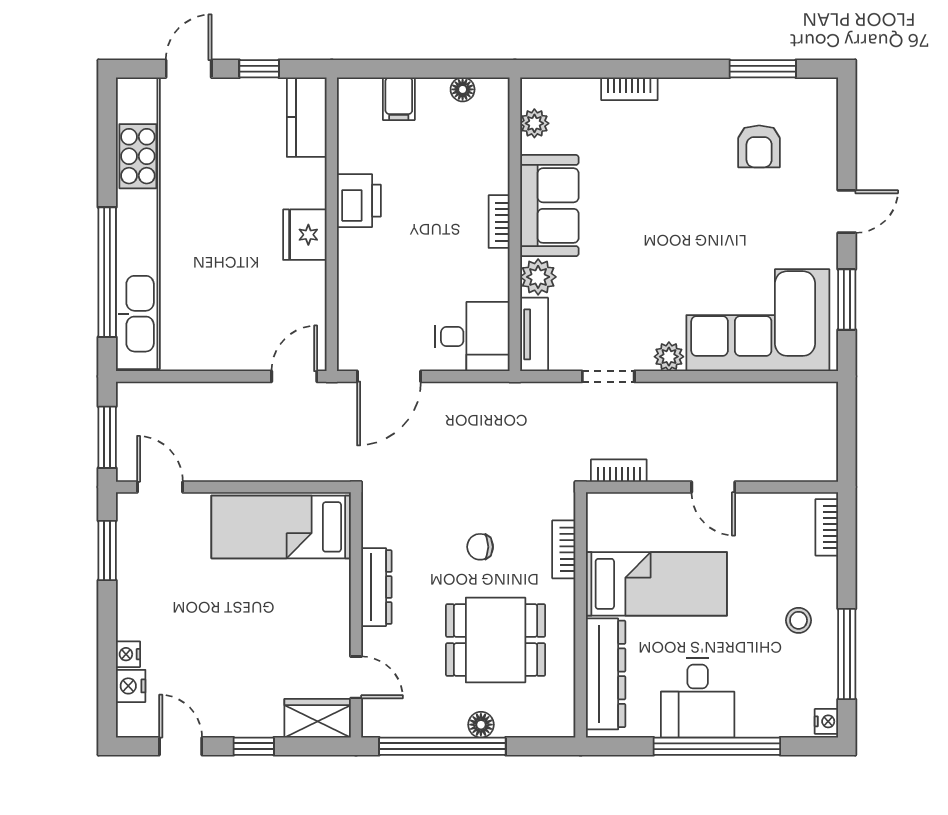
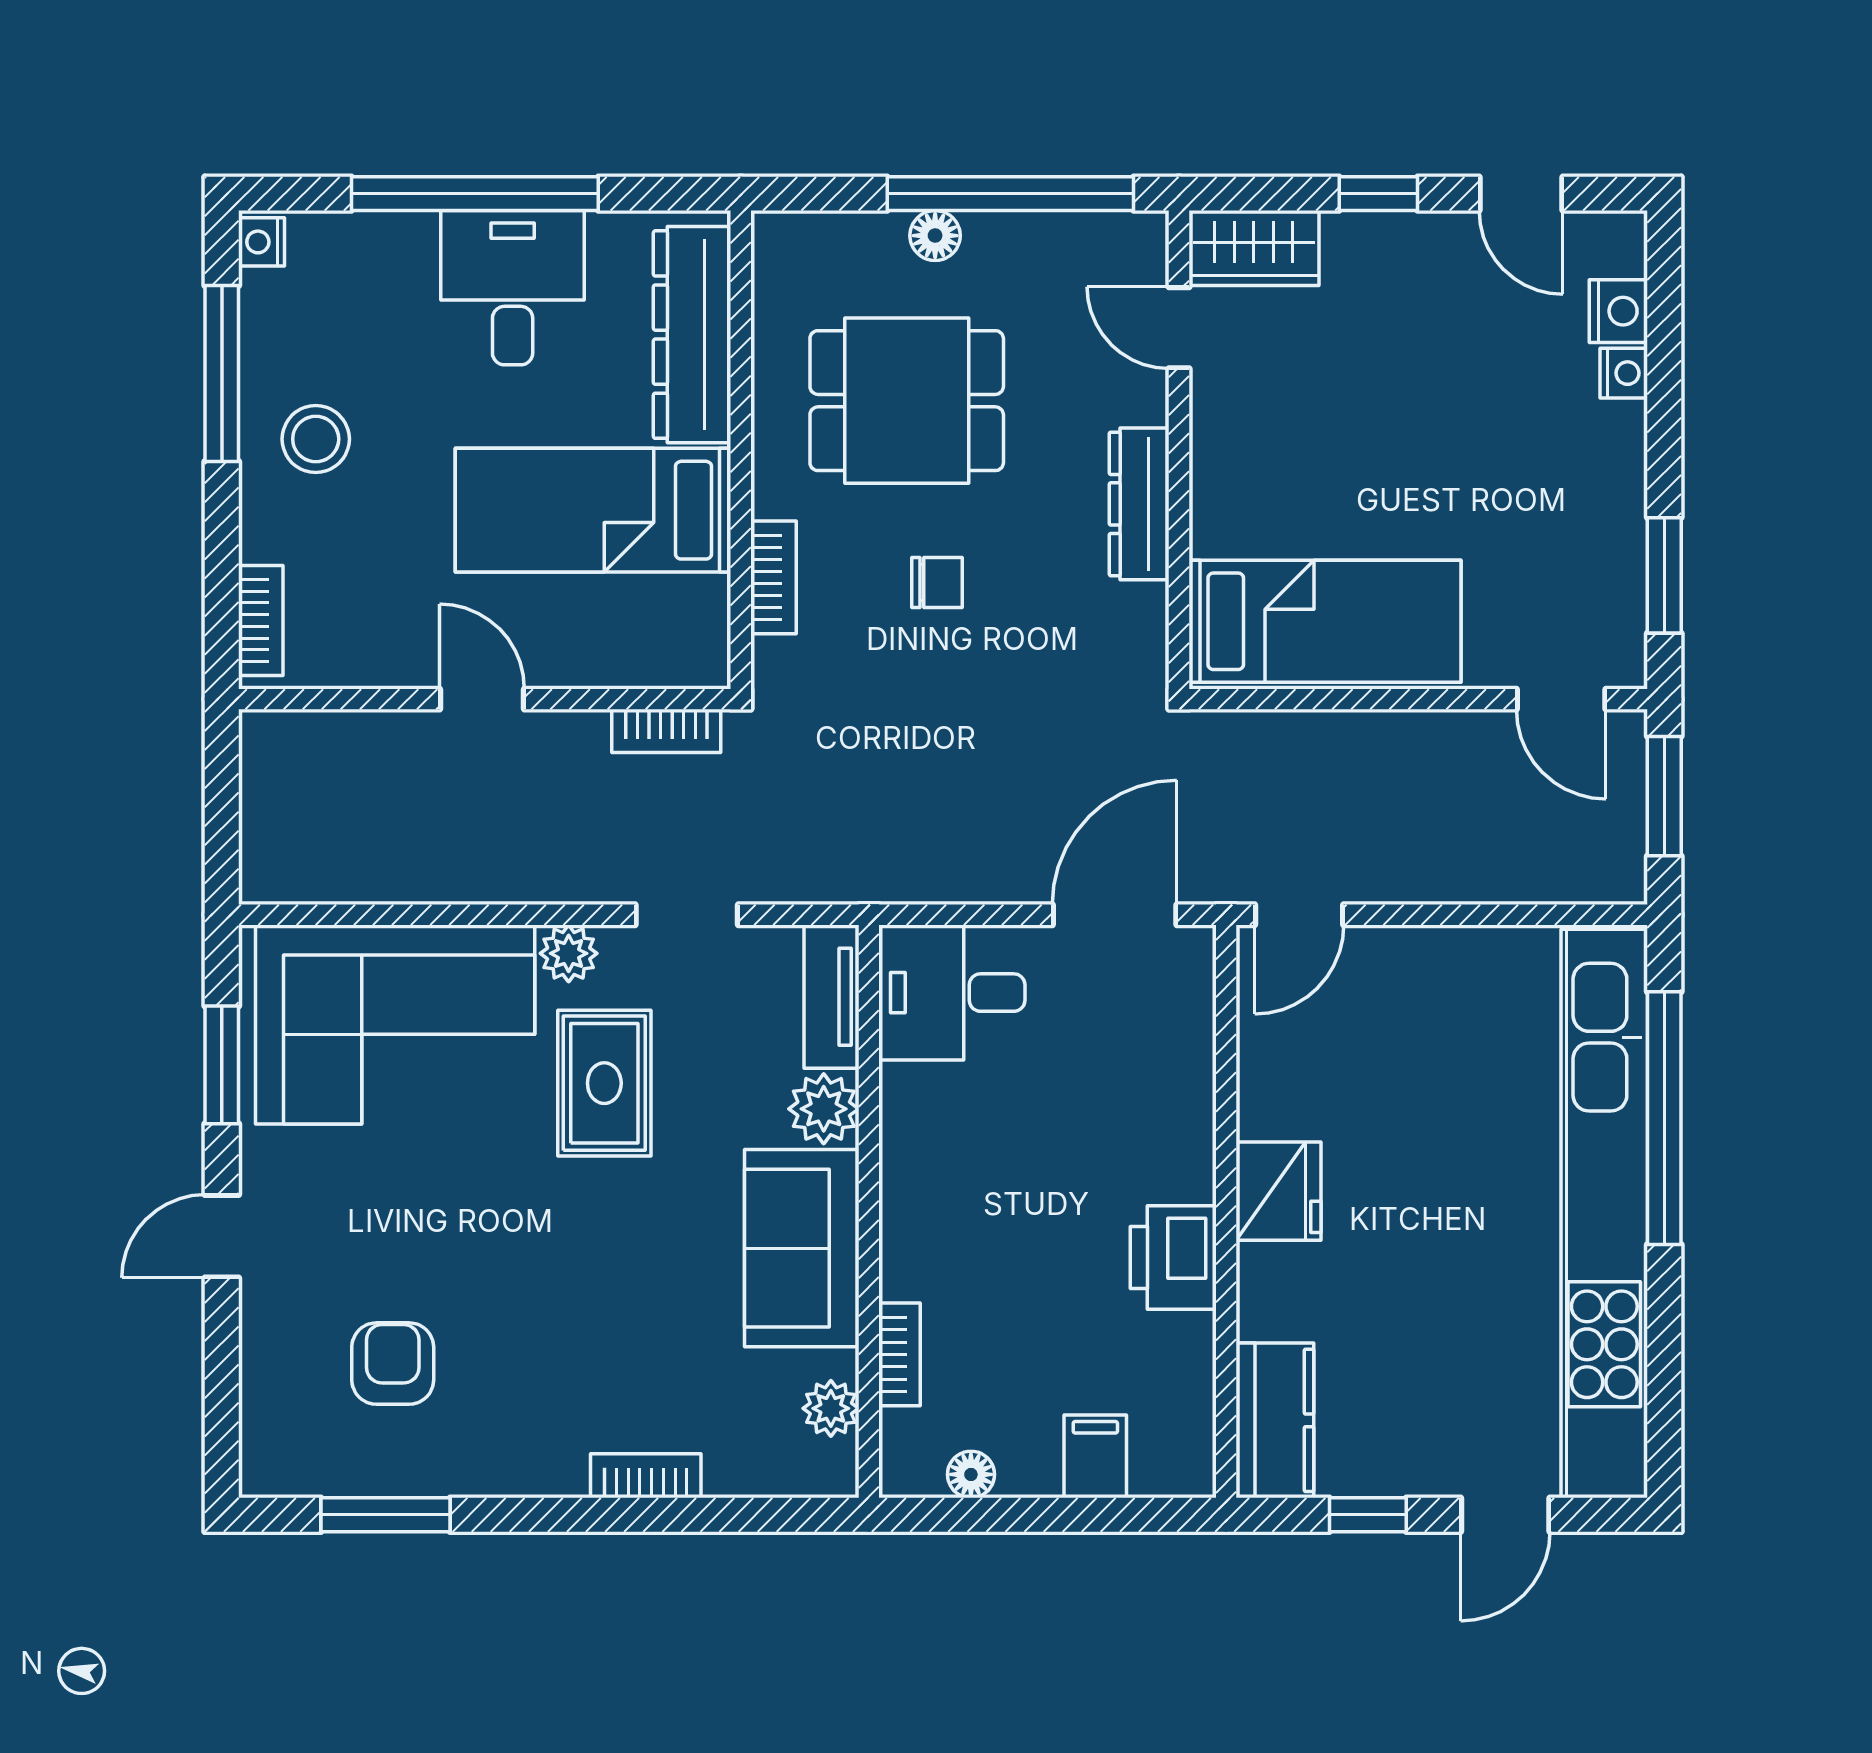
bookcase: (499, 222) -> (900, 1354), moved
rug: (651, 290) -> (604, 1083), added
stool: (799, 620) -> (316, 439), width x1.37, depth x1.37

